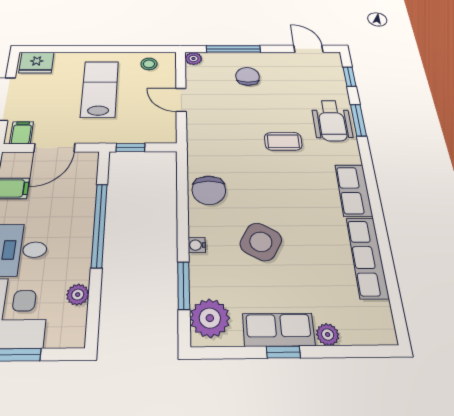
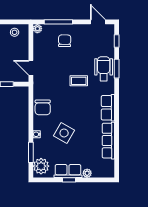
door: (181, 100) -> (31, 68), moved
wheelchair: (332, 121) -> (104, 69), turned 180

